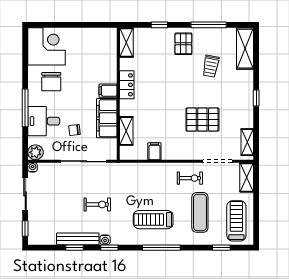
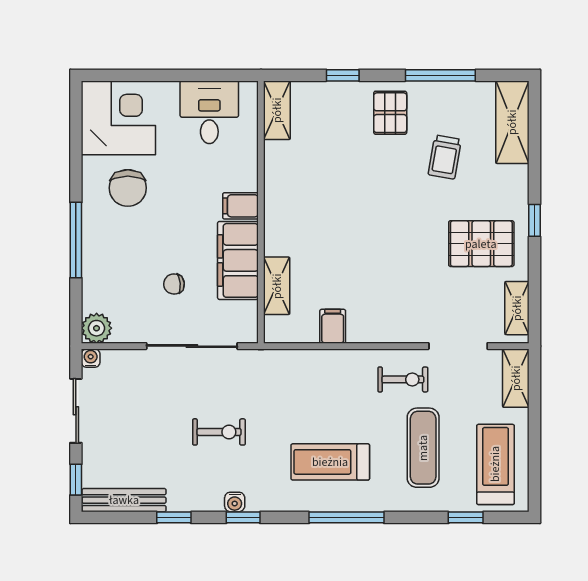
locker: (127, 85) -> (278, 194), removed
pallet: (202, 120) -> (481, 244), moved
desk: (44, 121) -> (209, 112), moved, turned 90
bench: (78, 239) -> (124, 500), moved

